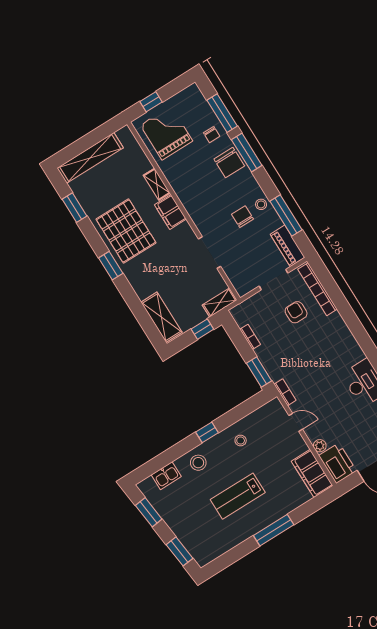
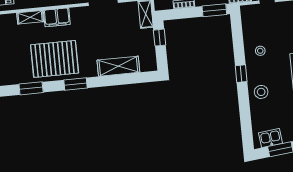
window: (74, 208) -> (31, 88), moved
shelving: (161, 317) -> (118, 66), moved
kitchen sink: (166, 476) -> (270, 138), moved, turned -96

